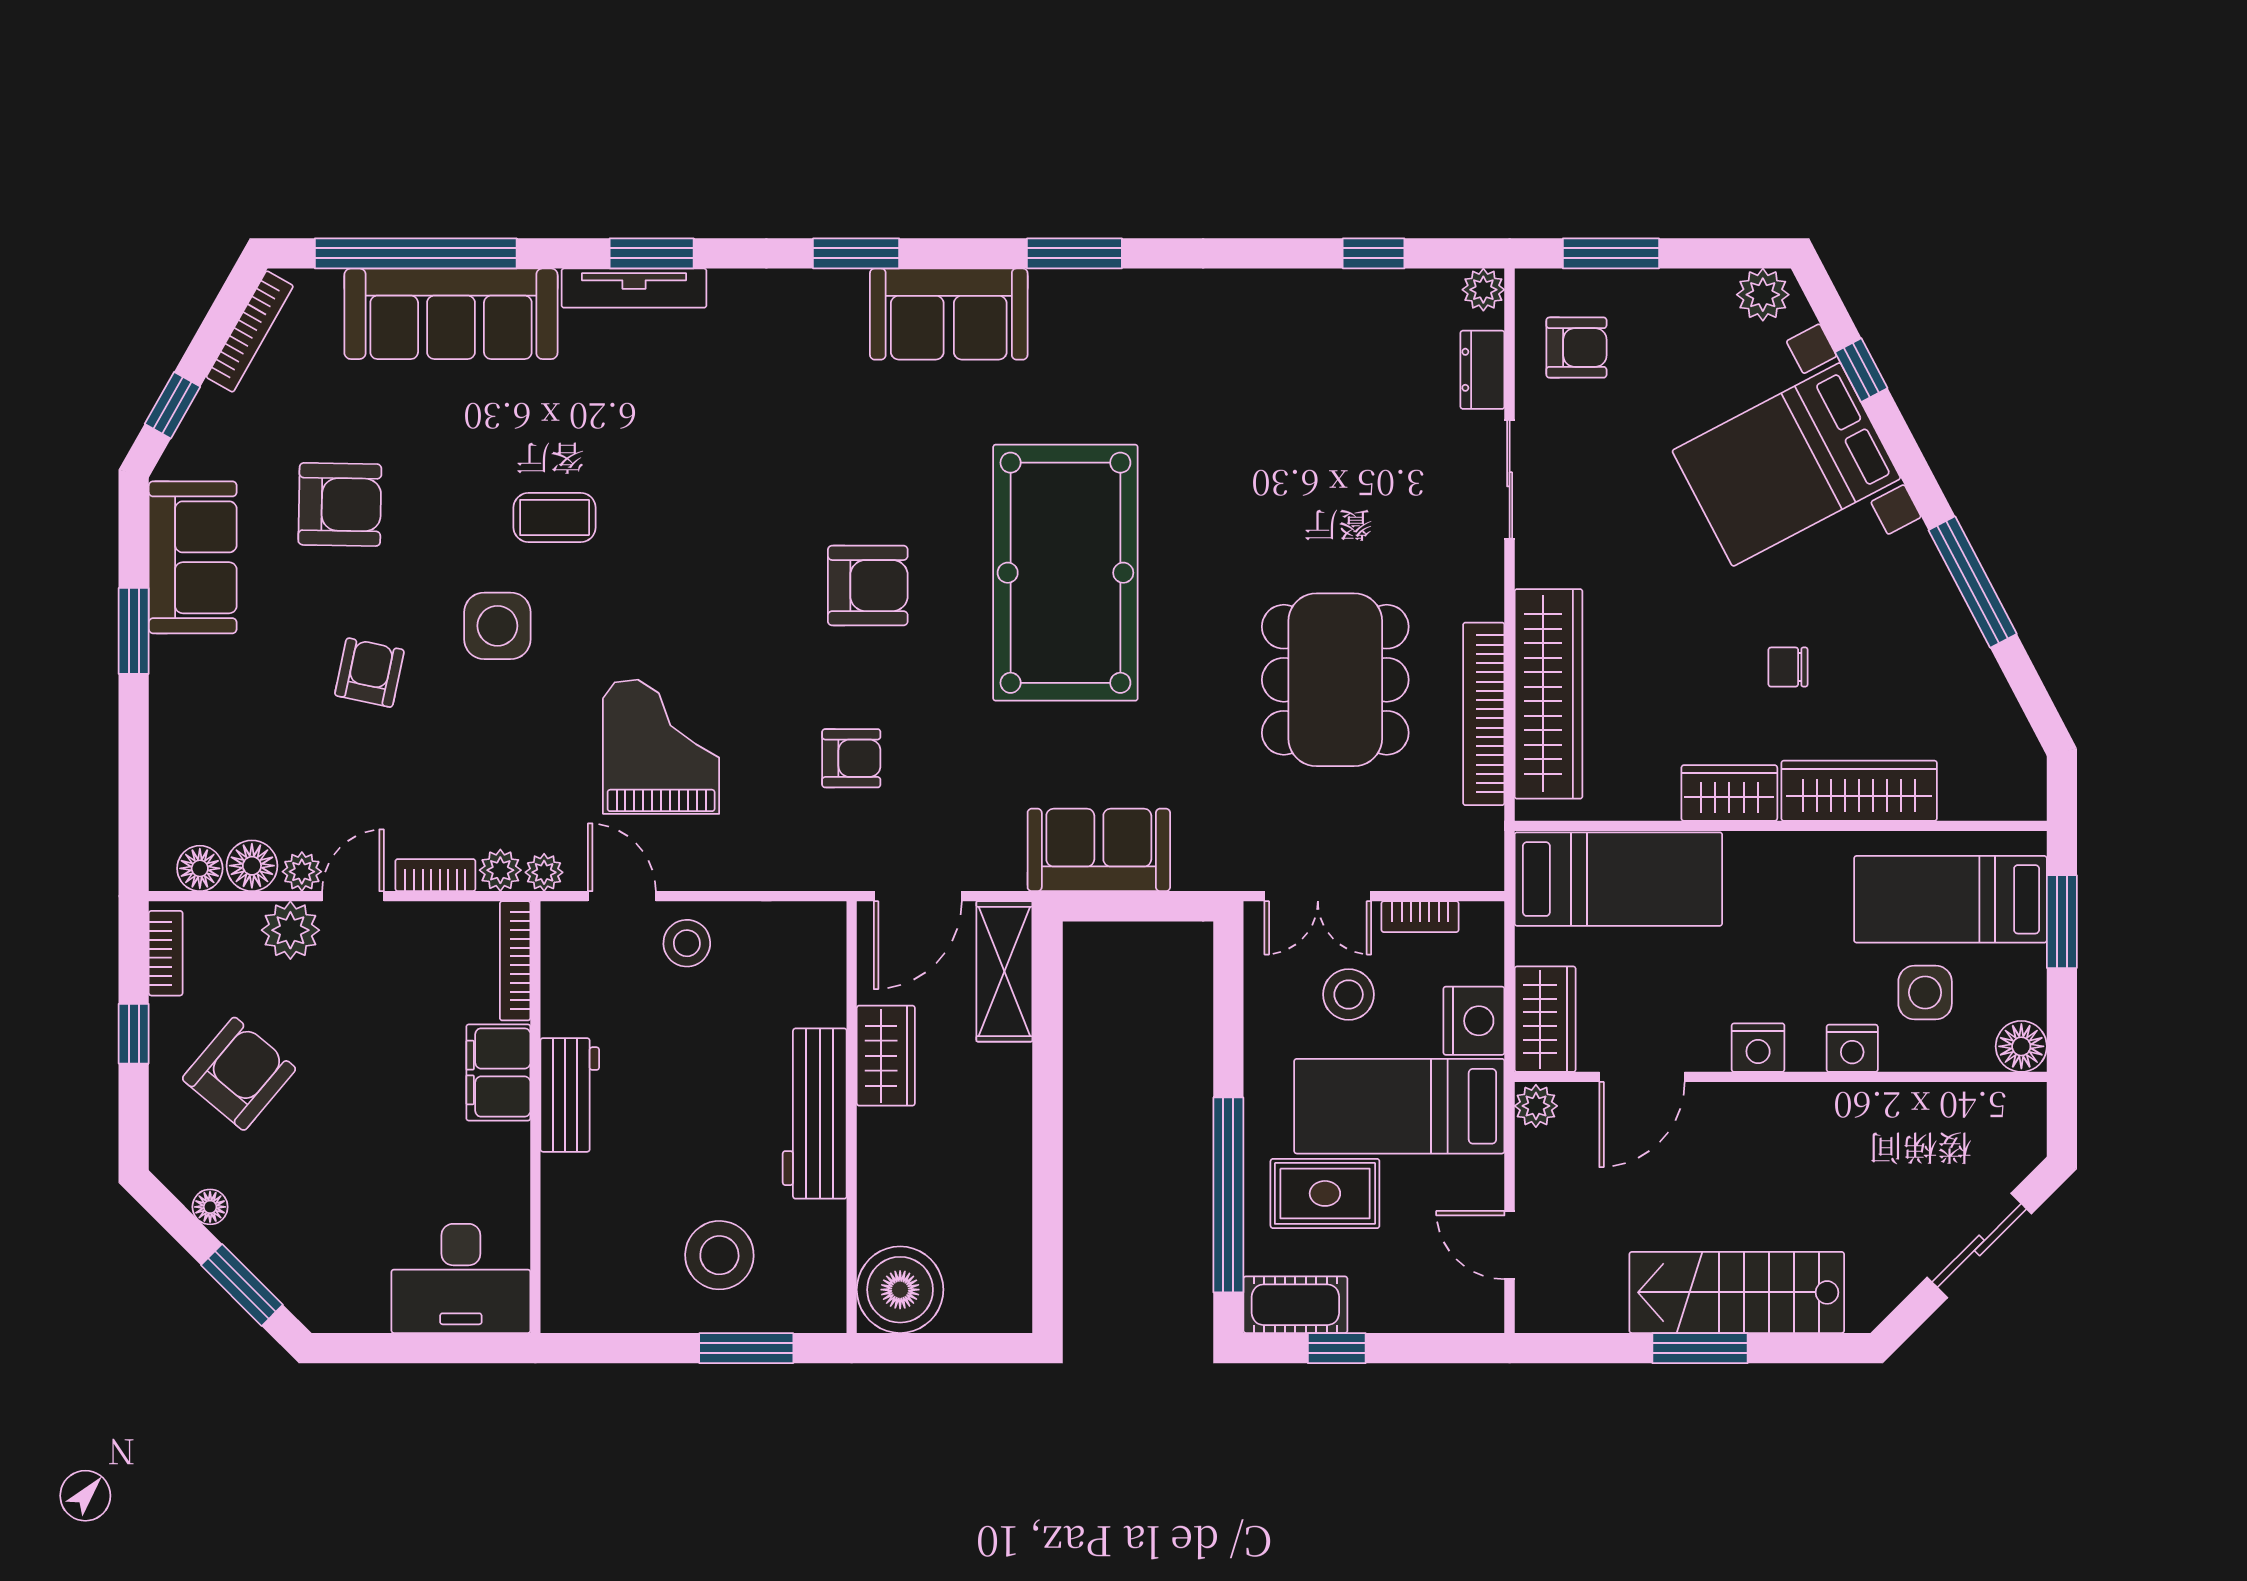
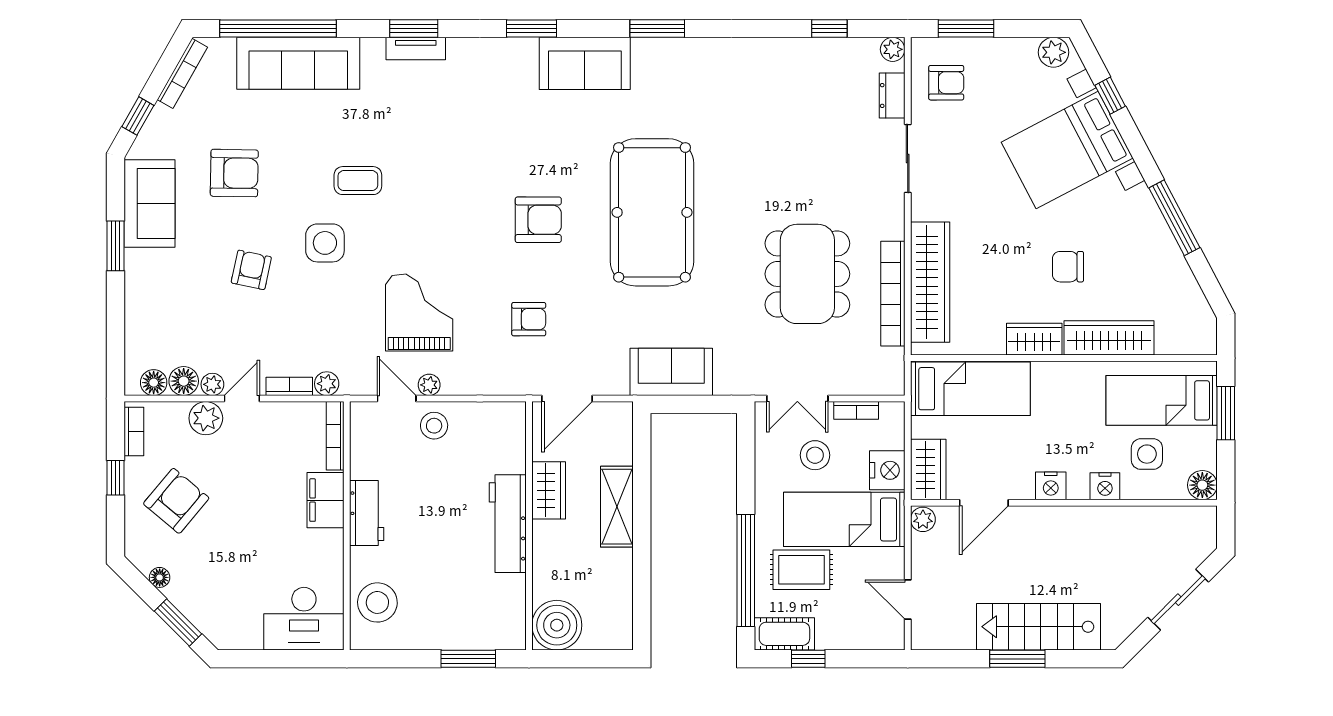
tv unit: (634, 288) -> (416, 48), width x0.71
chair: (1788, 667) -> (1068, 267), width x1.37, depth x1.37
plant: (544, 872) -> (429, 385), moved
shelving: (1004, 971) -> (617, 507), moved
stool: (719, 1255) -> (377, 602), moved

